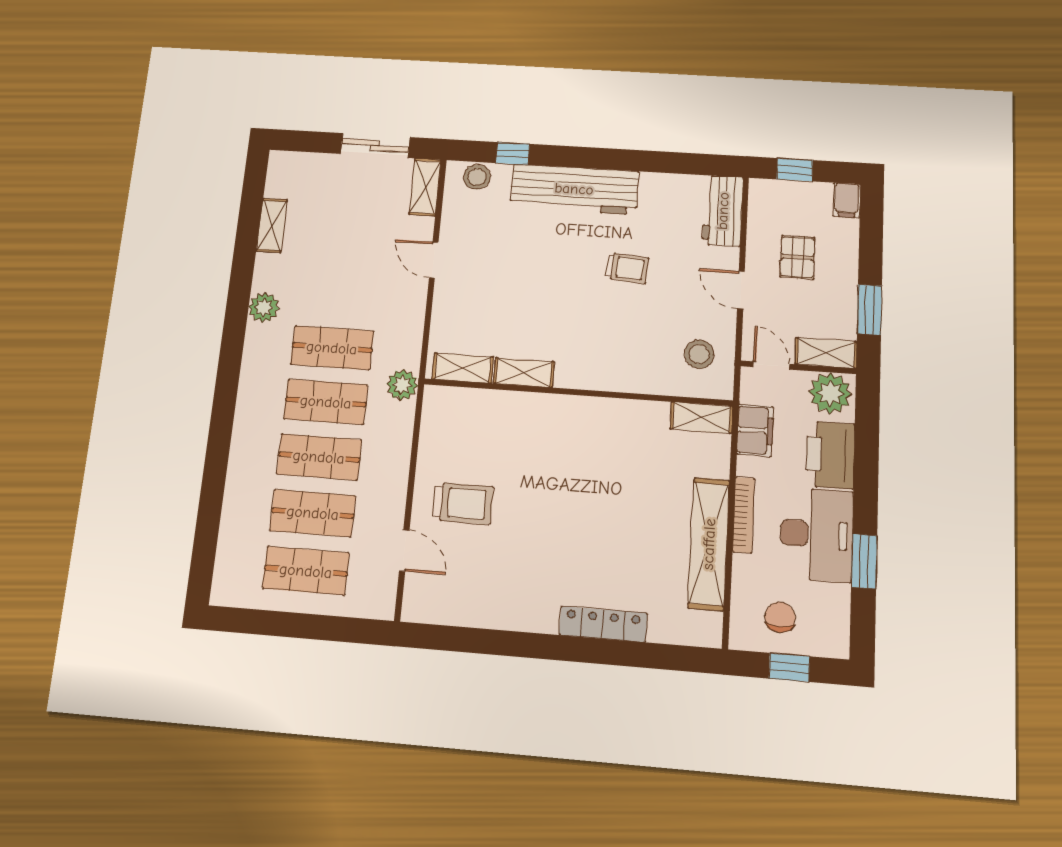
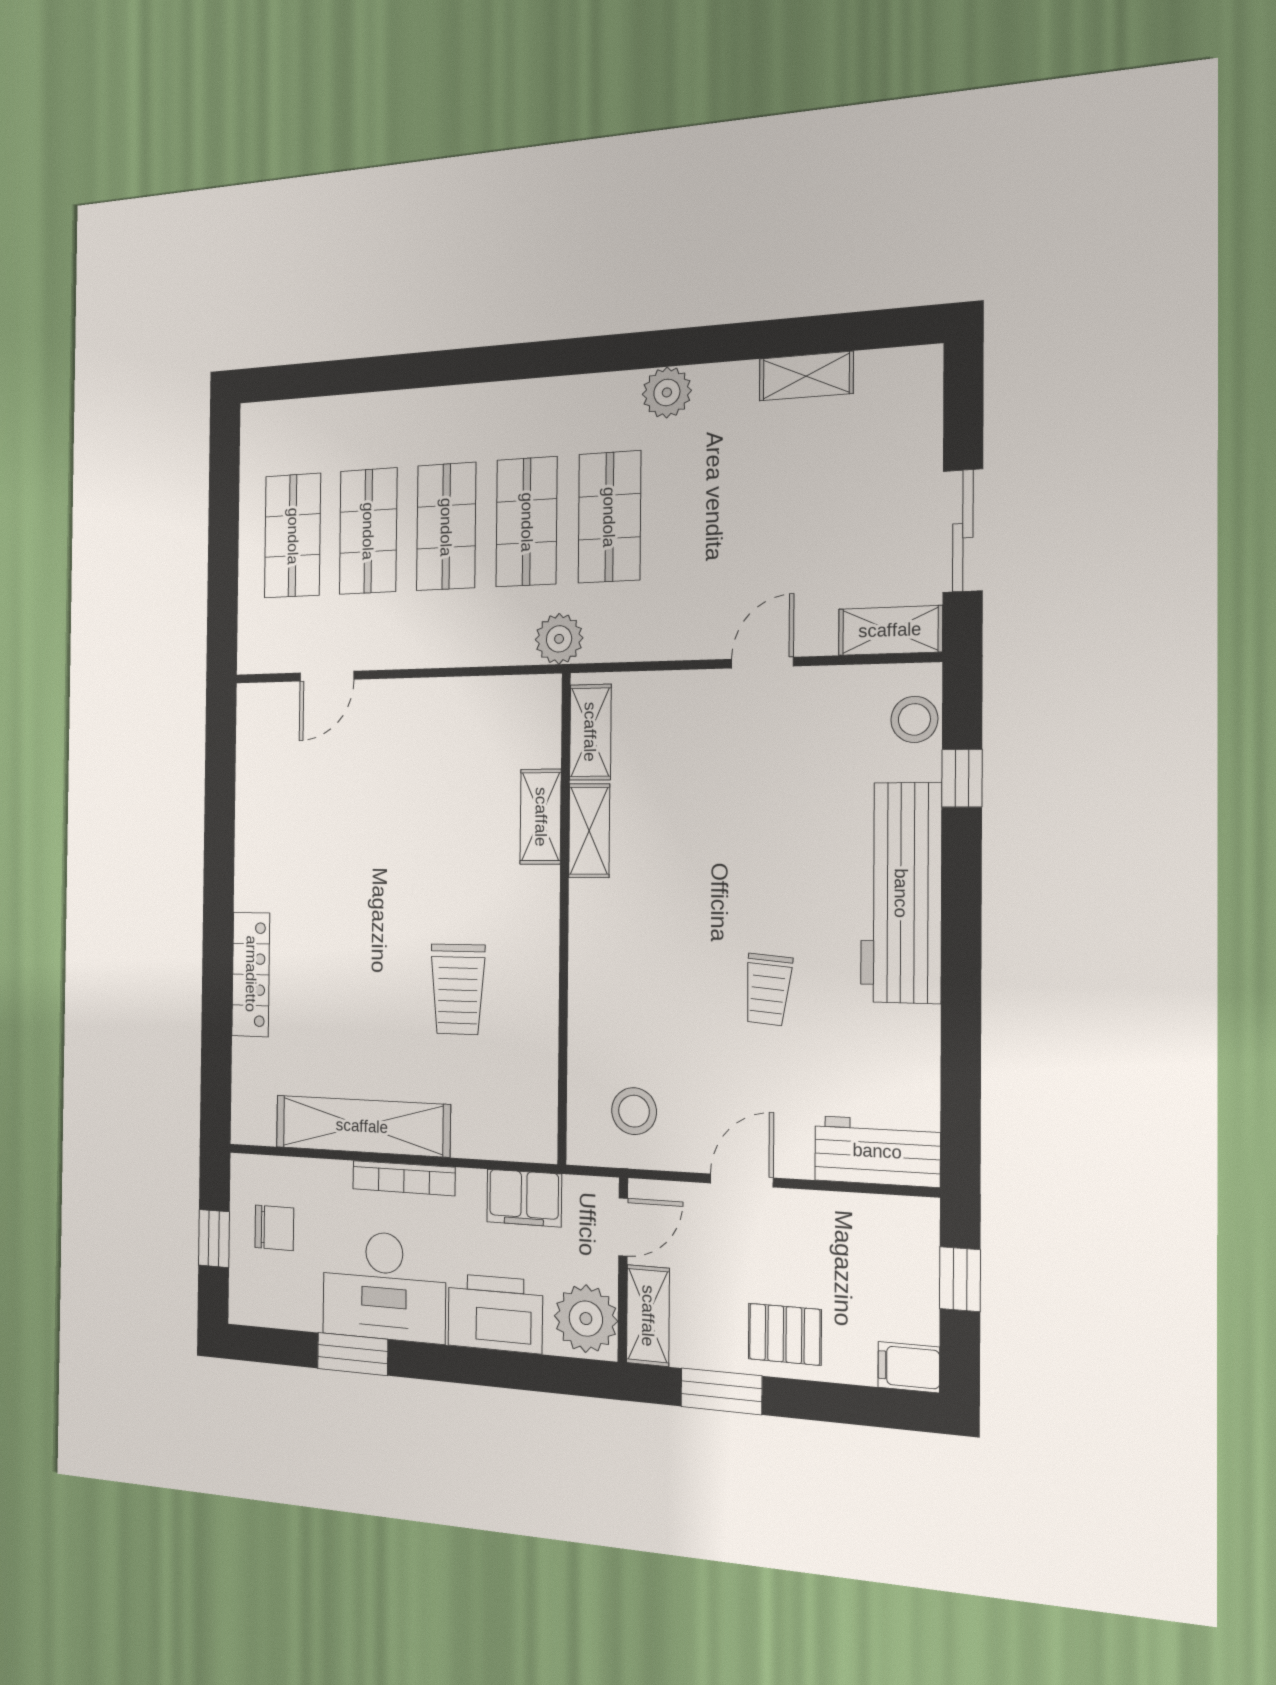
pallet: (798, 257) -> (785, 1334), moved
shelving: (702, 418) -> (541, 817), moved
trolley: (463, 503) -> (458, 989), moved

